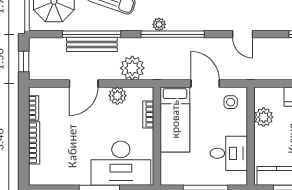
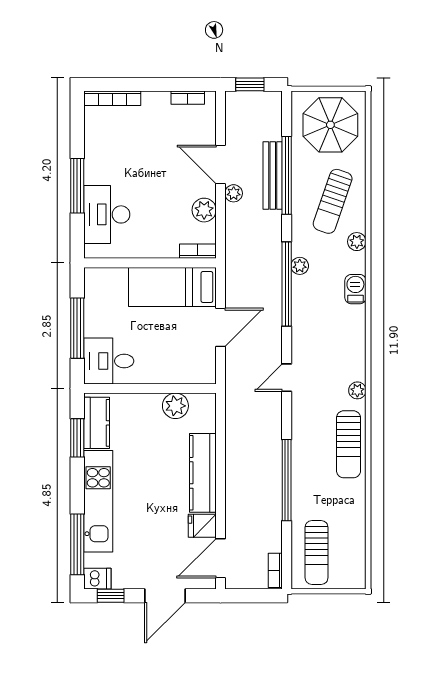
plant: (132, 68) -> (234, 193), moved, width x0.53, depth x0.53
side table: (231, 102) -> (196, 362), removed
bookcase: (148, 114) -> (198, 251), moved
bookcase: (34, 143) -> (112, 98), moved
desk: (229, 153) -> (109, 361), moved, turned 90
desk: (121, 163) -> (107, 214), width x0.73, depth x0.77

